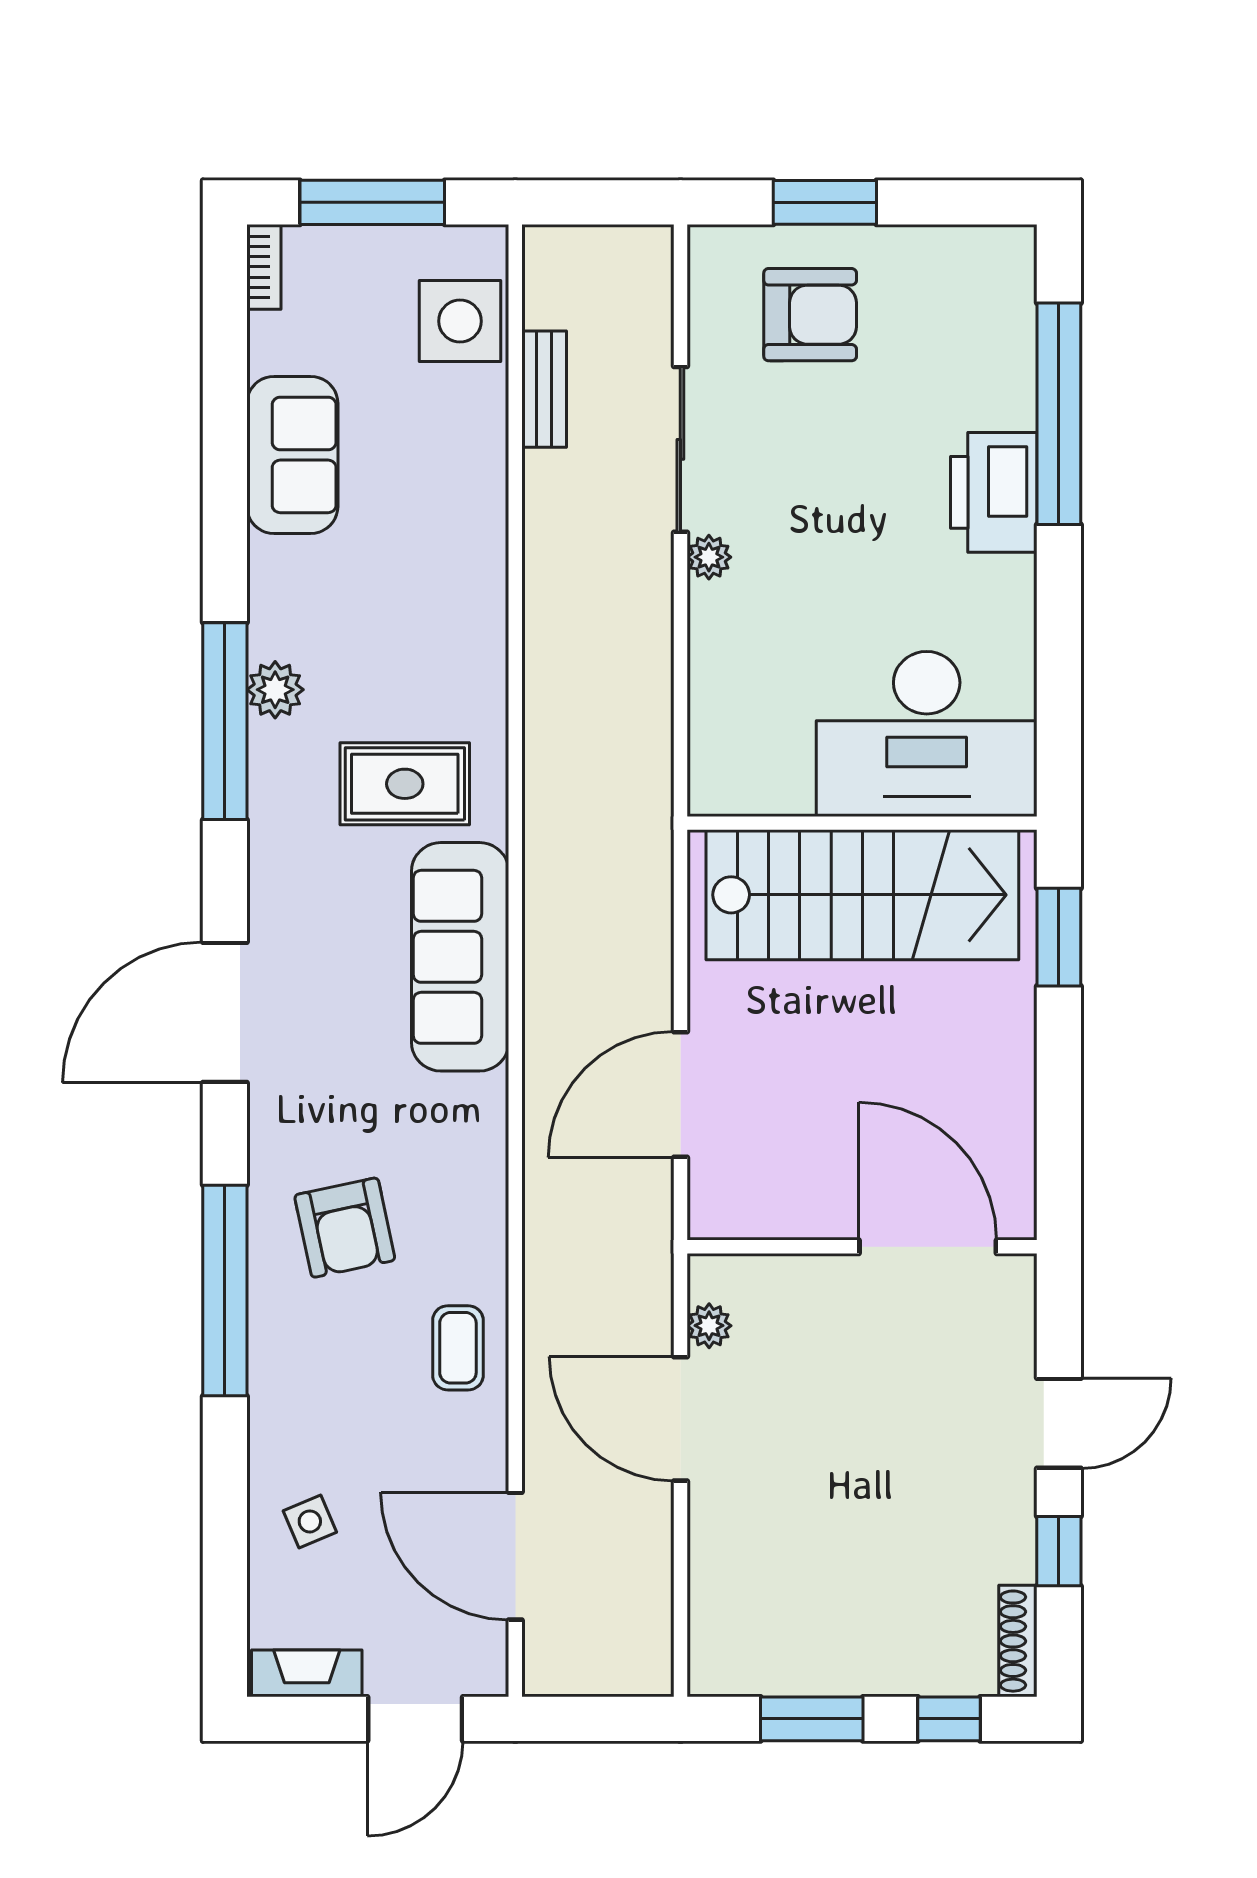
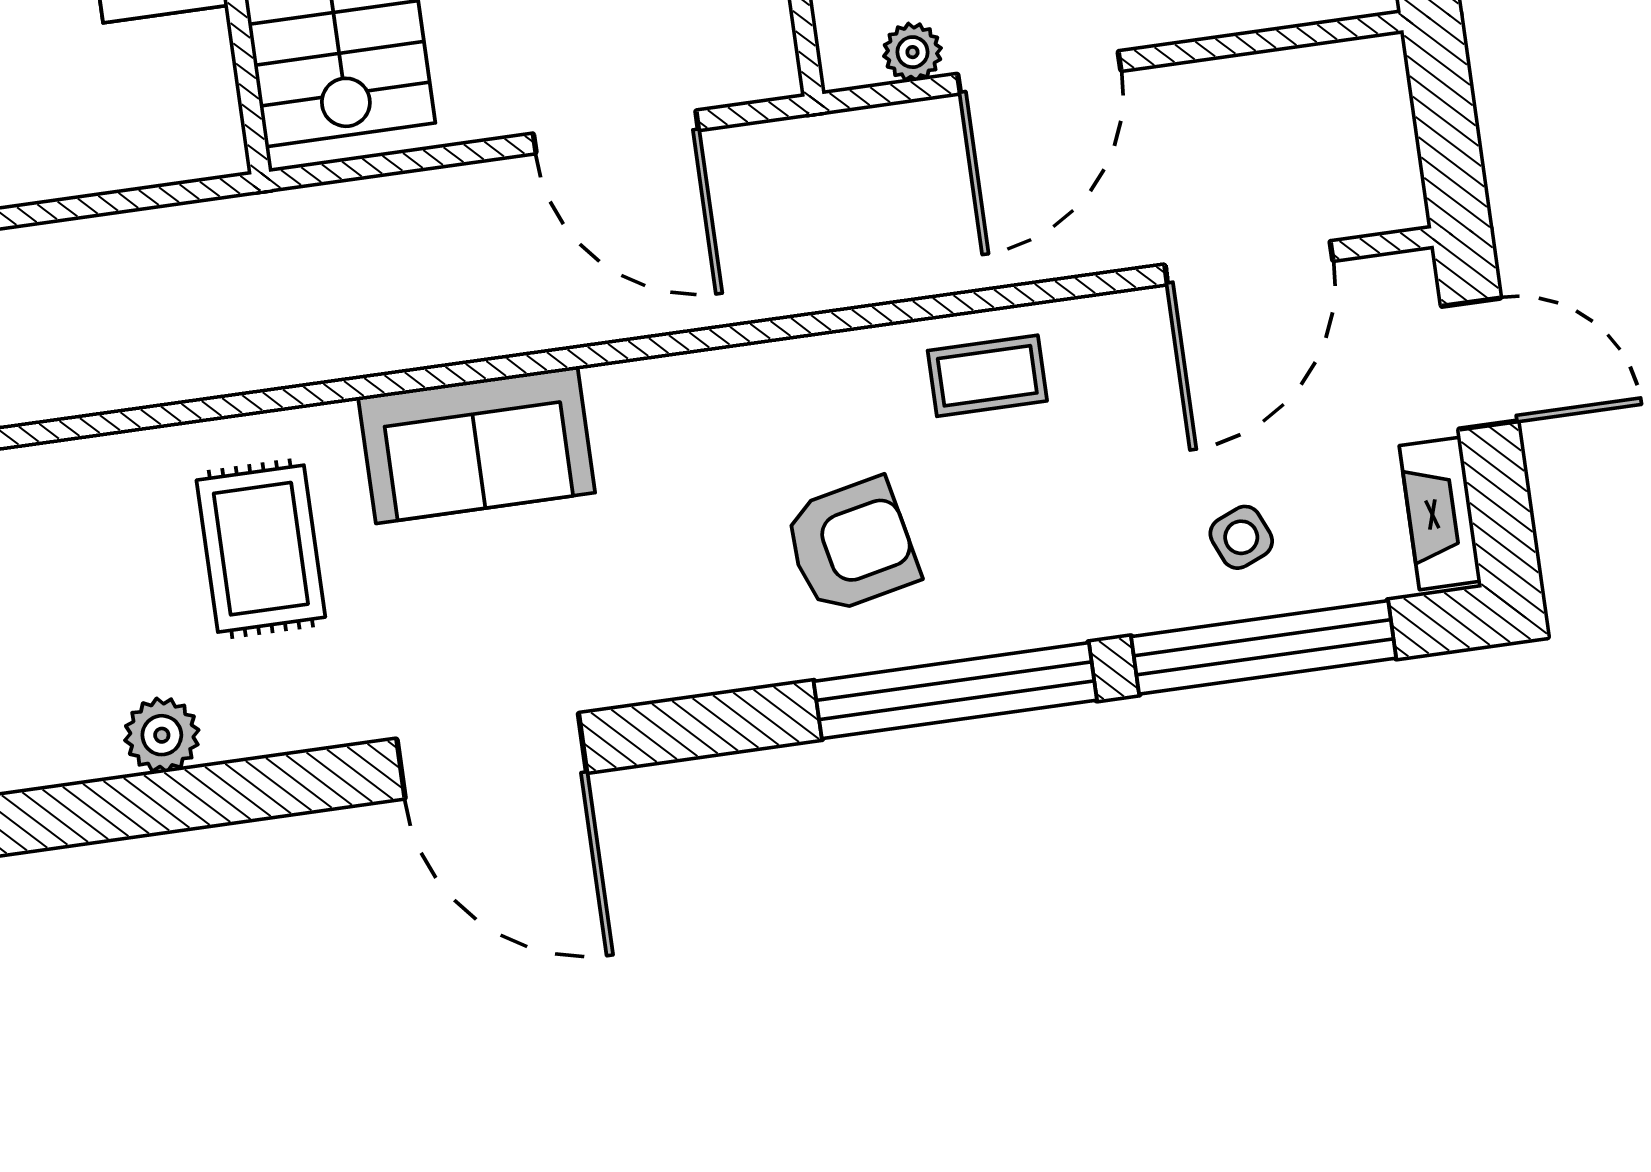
window: (225, 721) -> (1264, 647), moved
sofa: (460, 957) -> (477, 445), width x0.73
door: (225, 1012) -> (492, 756), moved

